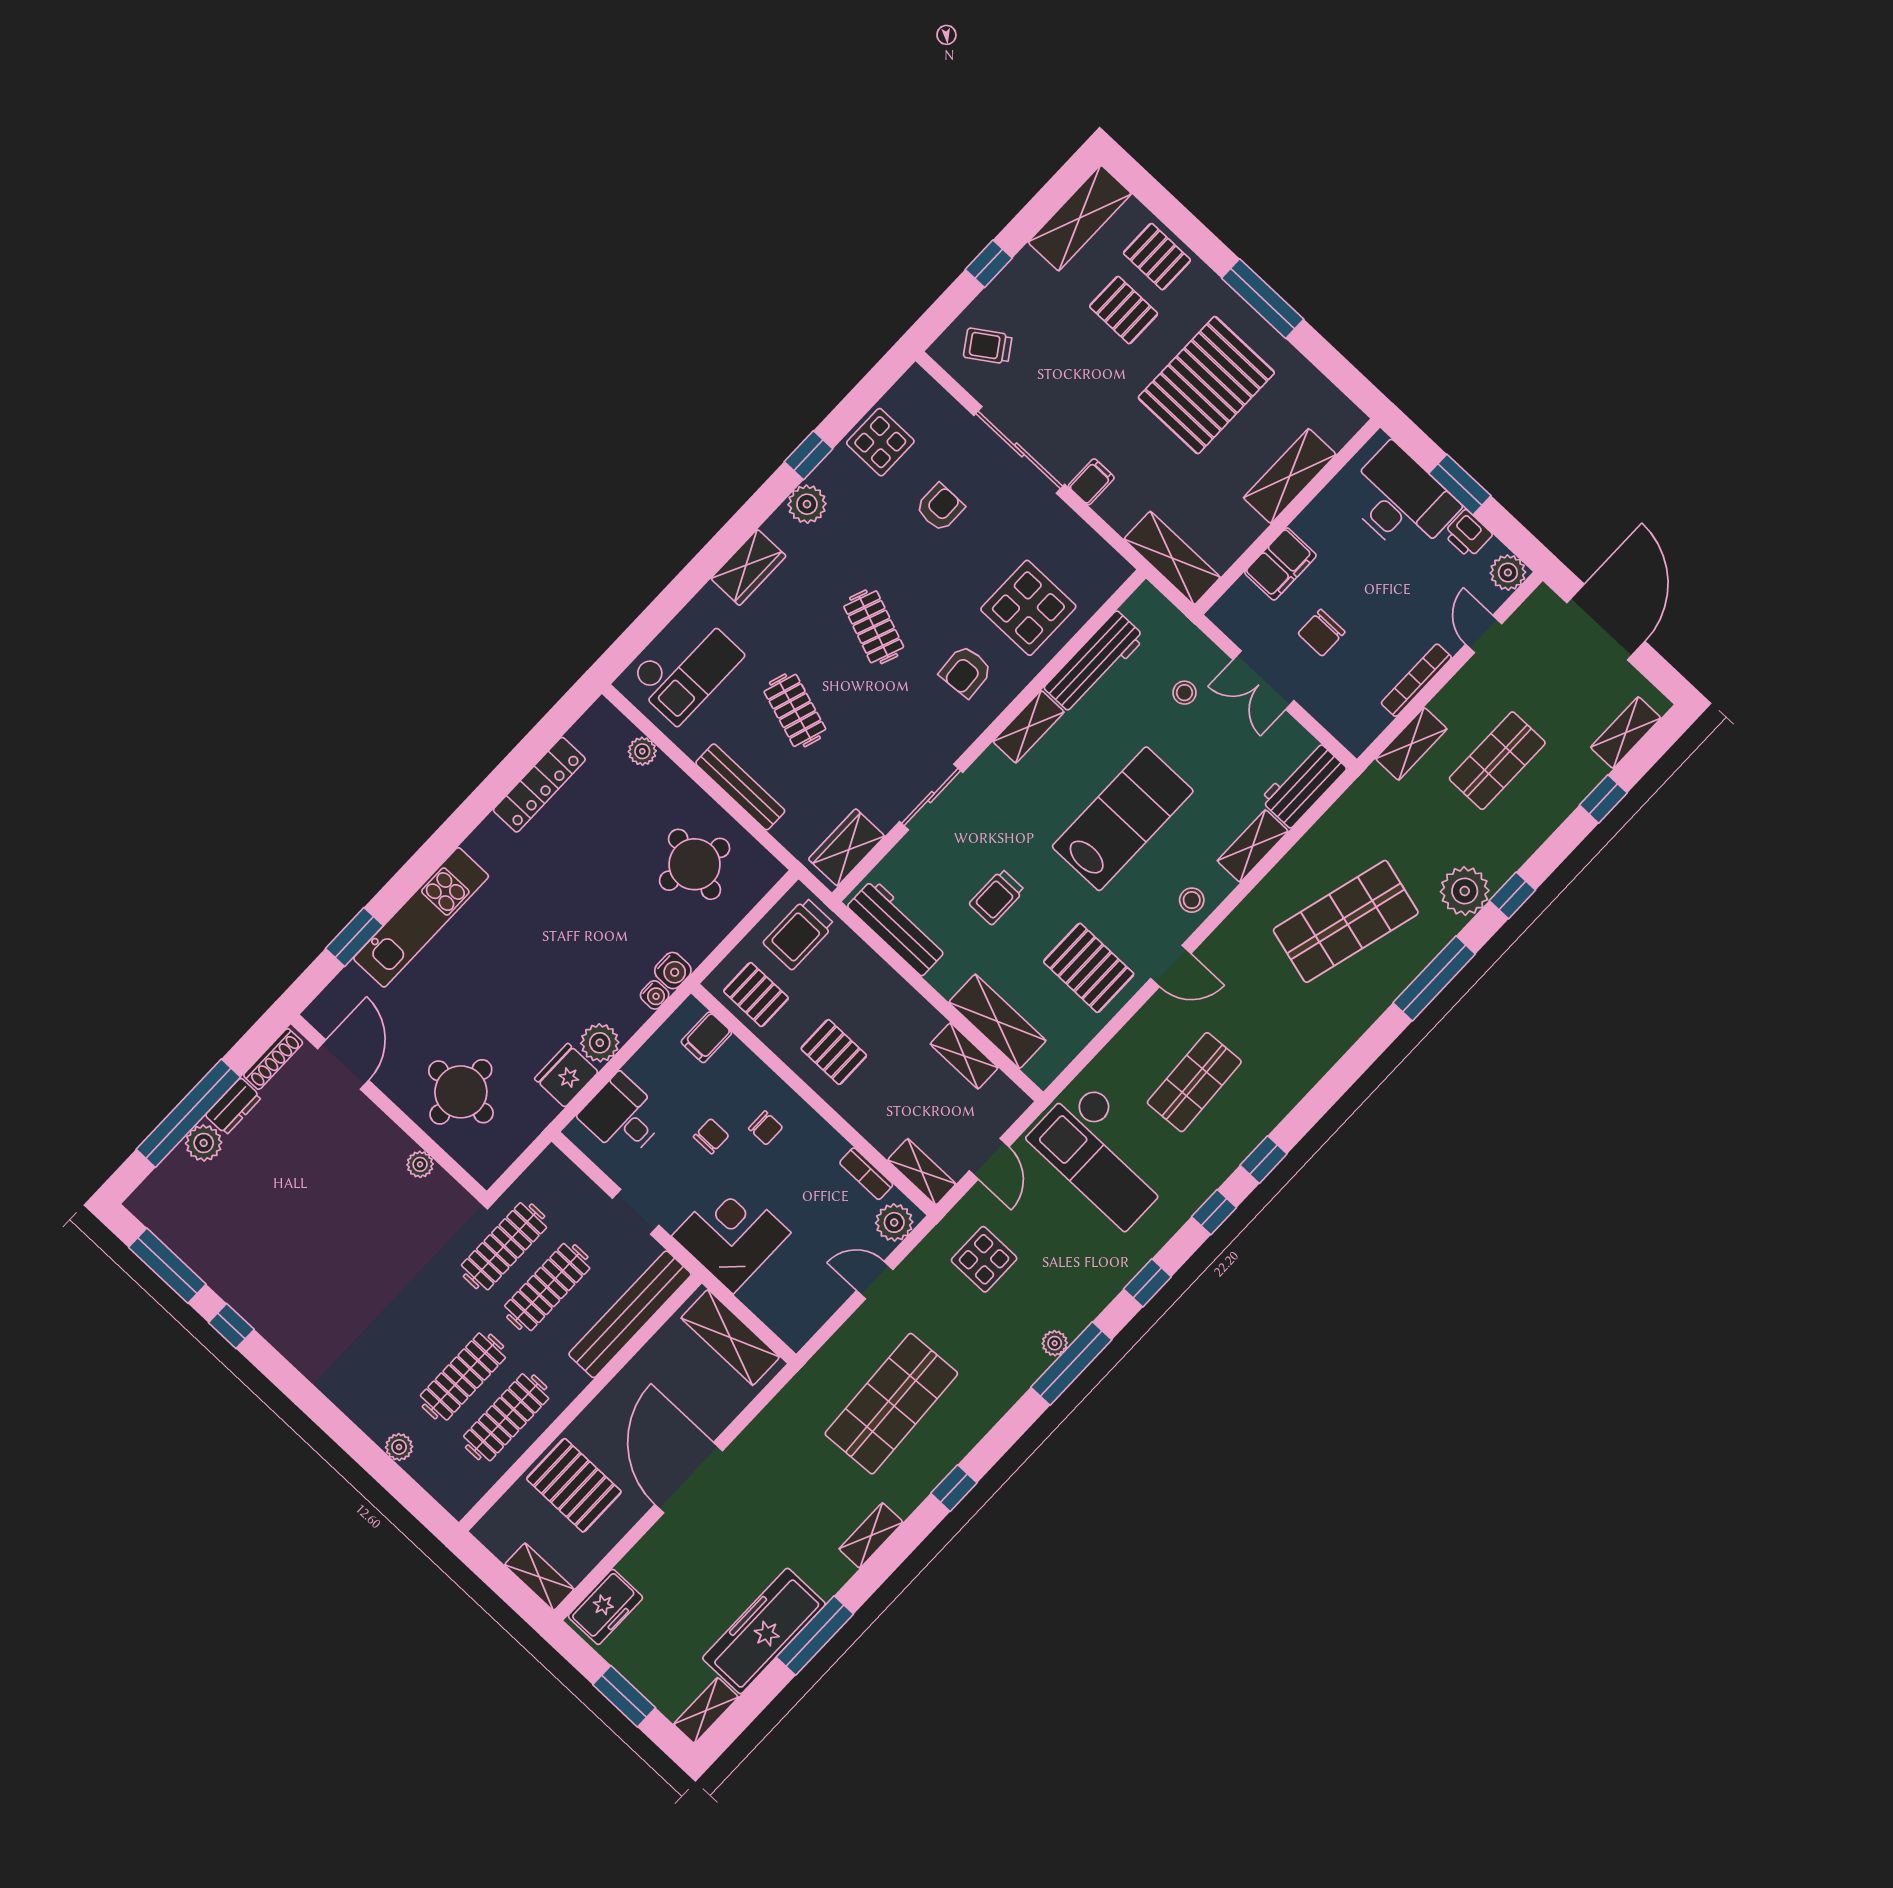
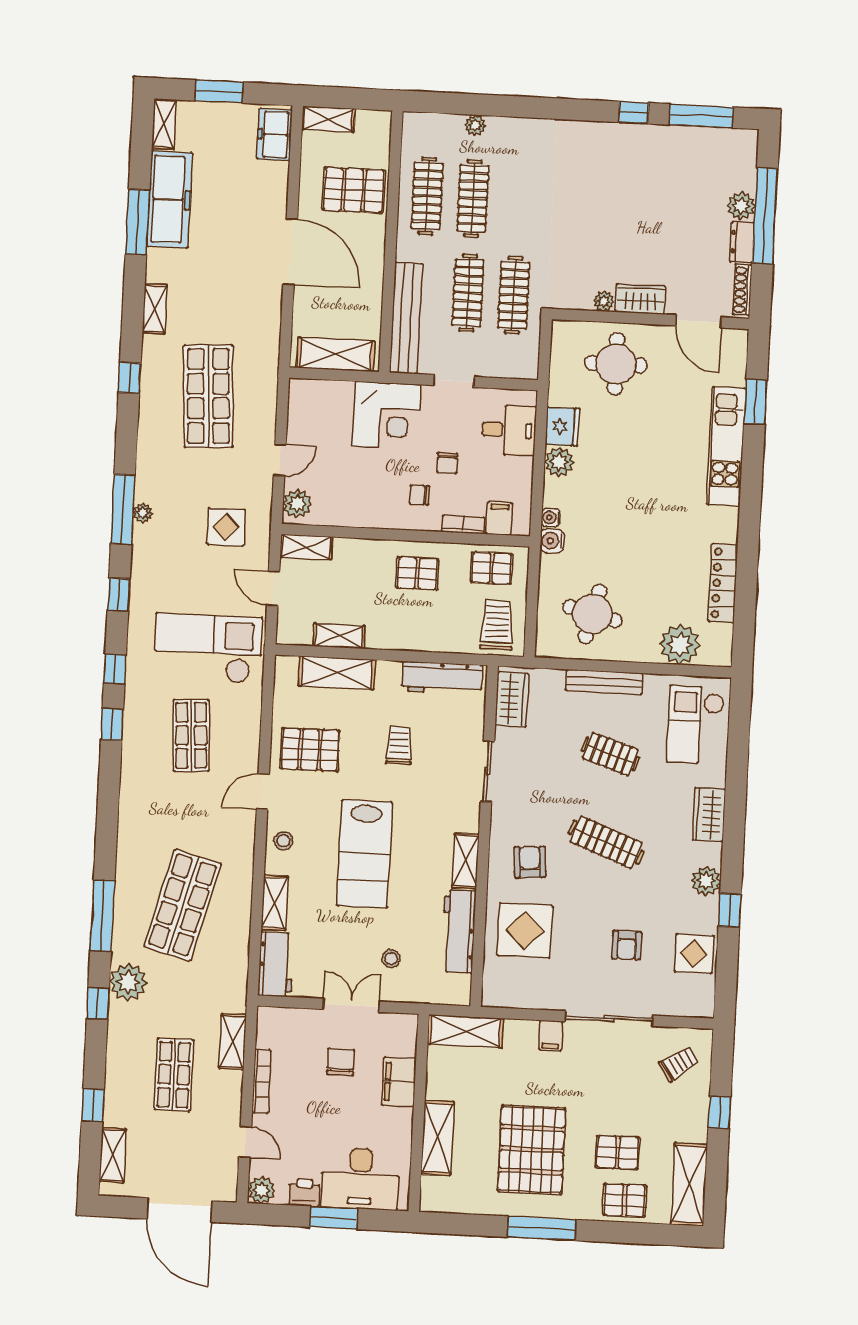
clothes rail: (874, 627) -> (606, 842), width x1.36
plant: (642, 751) -> (680, 645), width x1.88, depth x1.88
wardrobe: (382, 1135) -> (641, 299), added
bookcase: (866, 1174) -> (463, 525), moved

